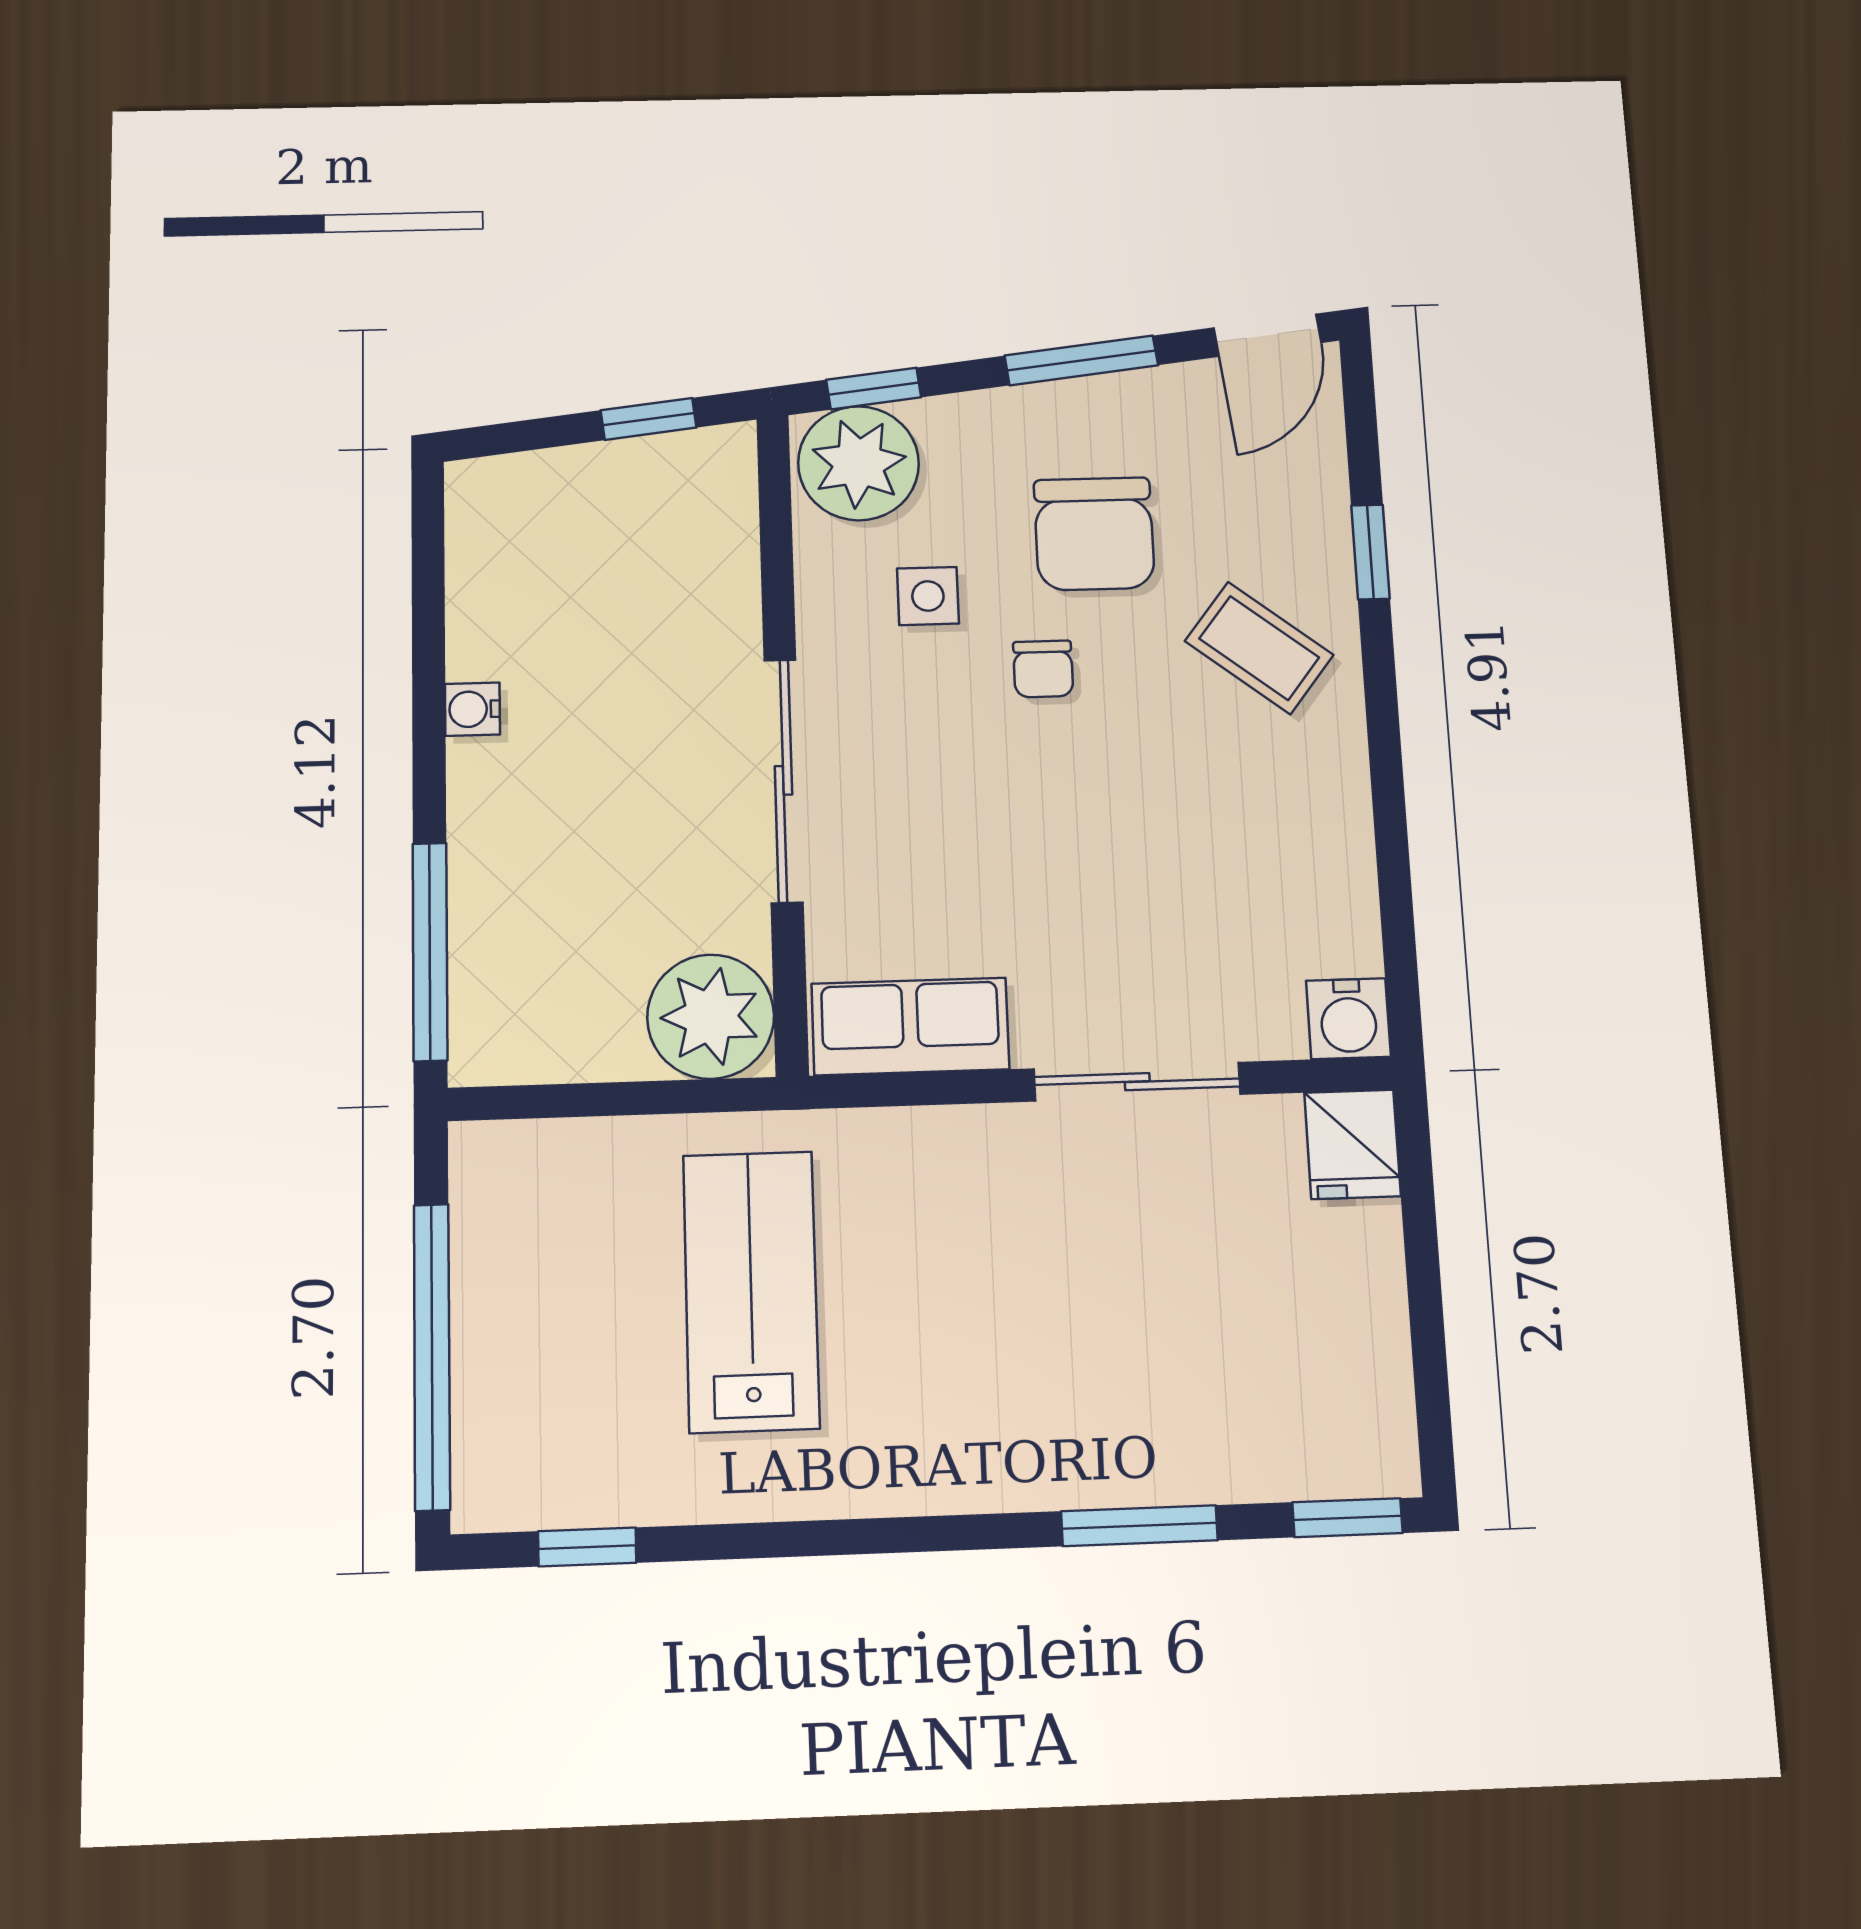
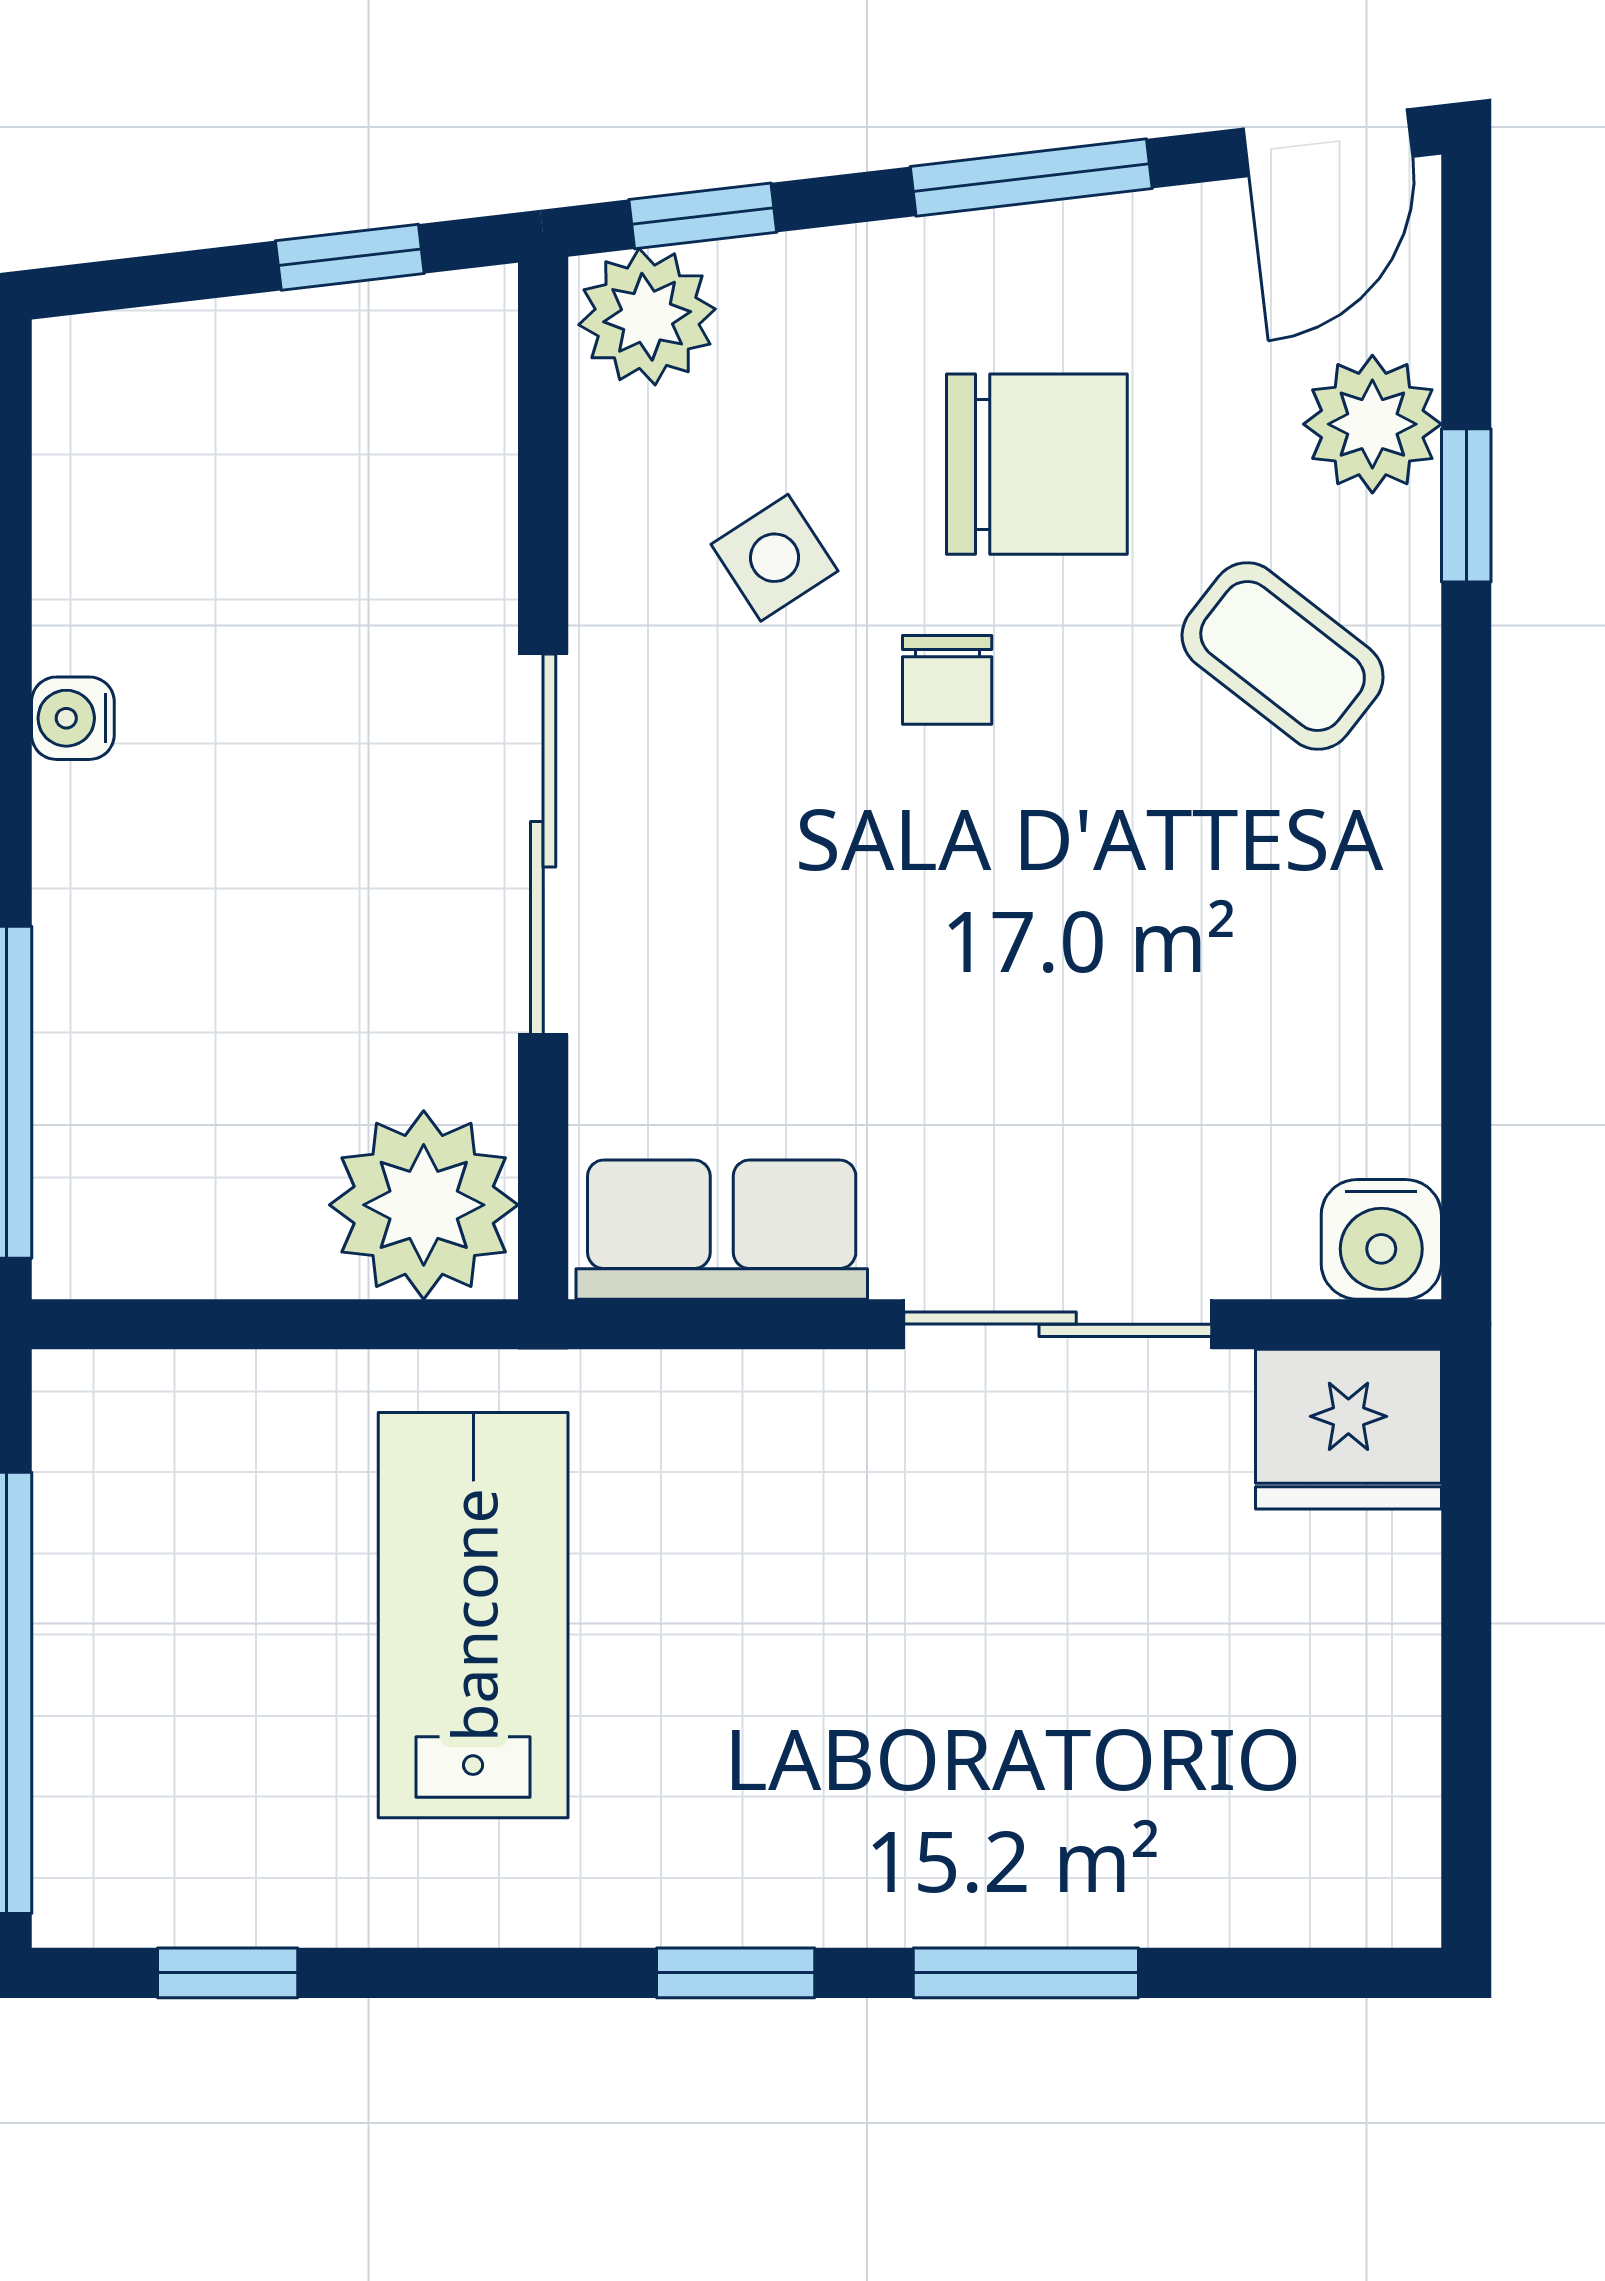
plant: (859, 463) -> (647, 317), width x0.73, depth x0.73
plant: (1307, 504) -> (1372, 424), added
chair: (1094, 534) -> (1037, 464), turned -90
side table: (928, 596) -> (774, 558), turned -33
fridge: (1352, 1144) -> (1348, 1429), width x1.38
window: (1347, 1518) -> (736, 1973), moved

